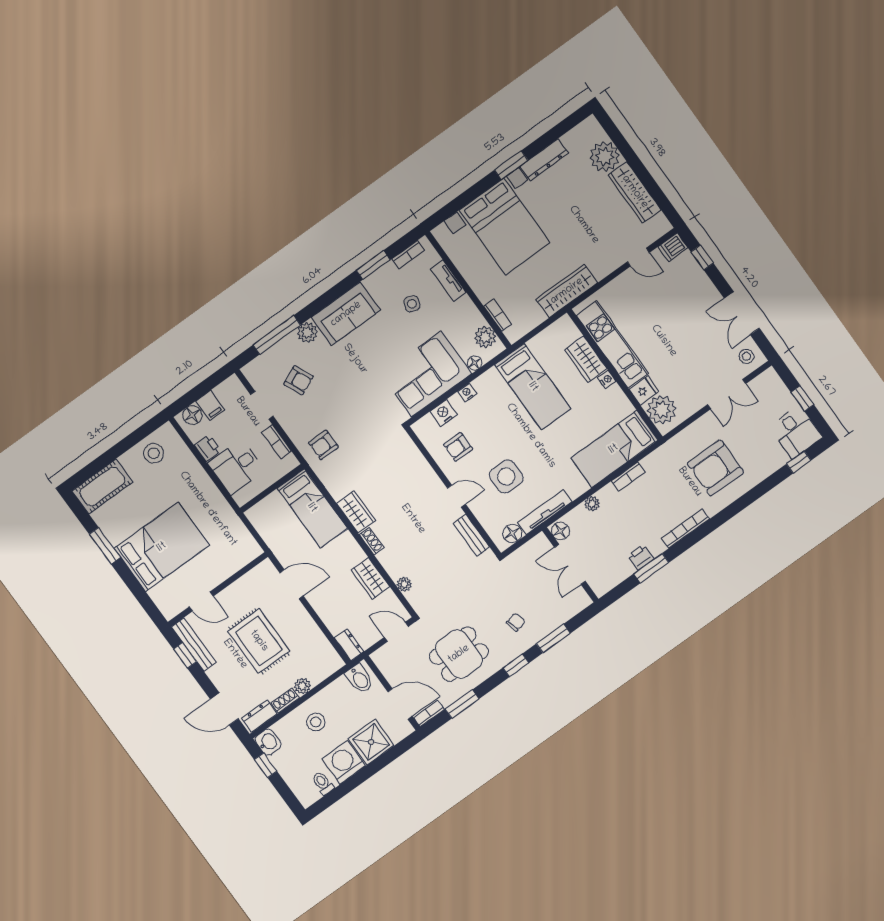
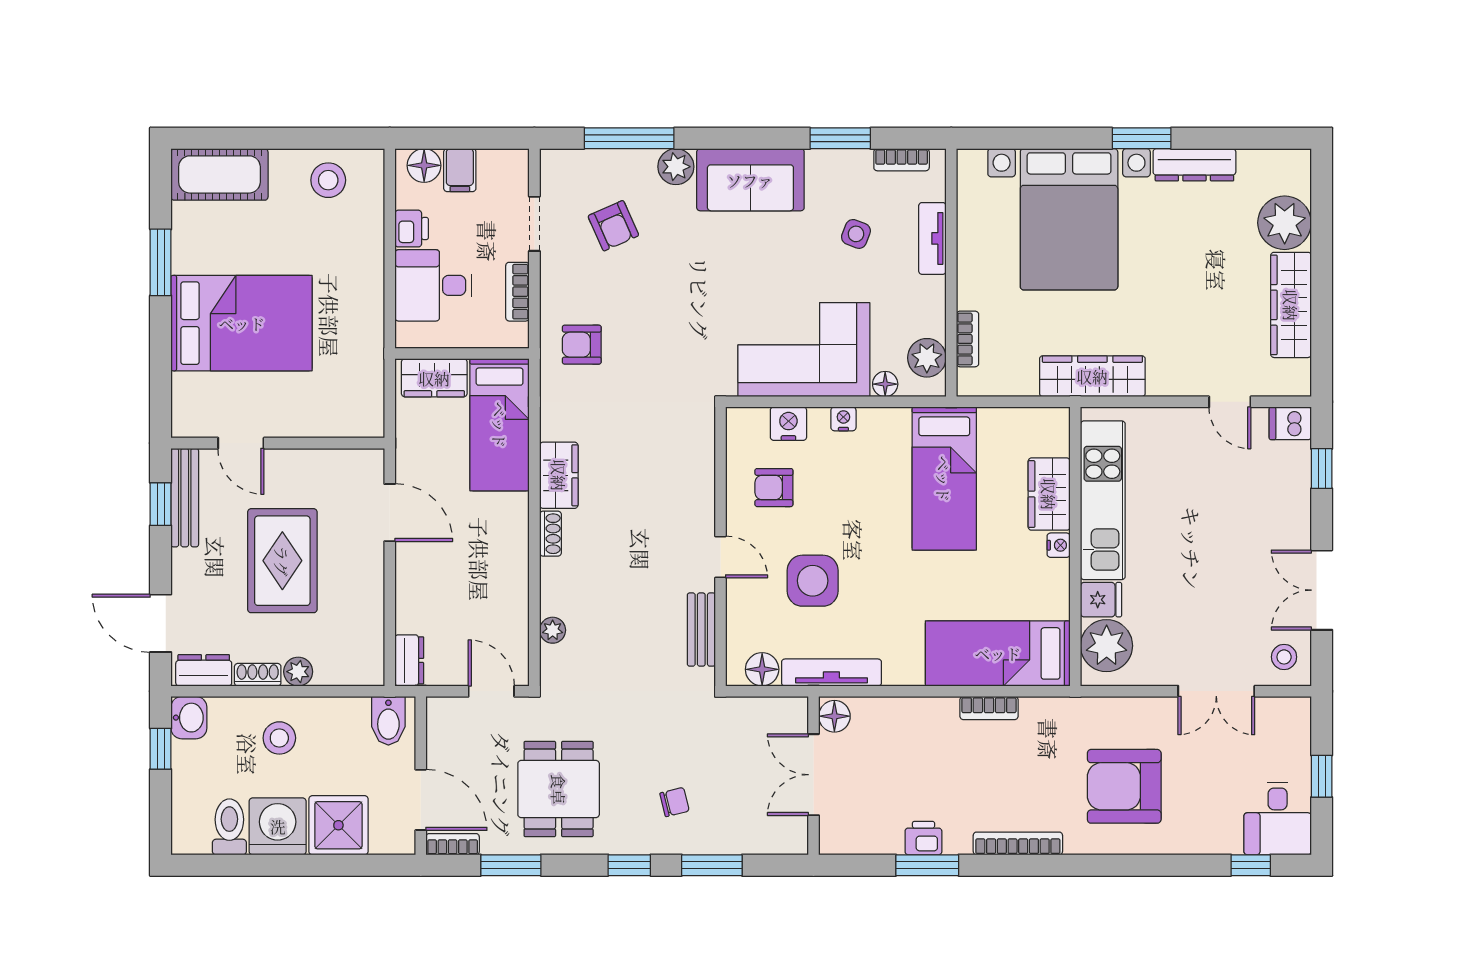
plant: (592, 504) -> (908, 710), removed
wardrobe: (370, 578) -> (434, 378), moved, turned -90
dining table: (459, 654) -> (559, 789), turned 90
toilet: (323, 783) -> (229, 827), width x1.37, depth x1.39

